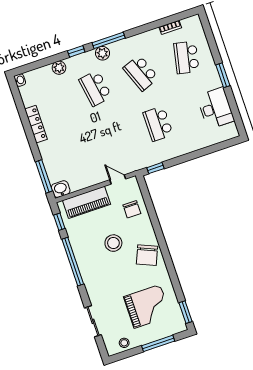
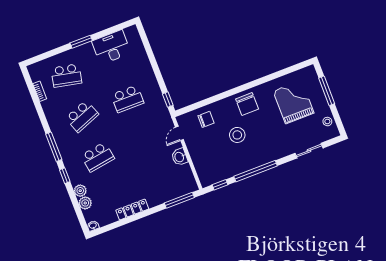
plant: (102, 53) -> (85, 203), moved
washbasin: (61, 189) -> (180, 157), moved
piano: (86, 202) -> (201, 161), removed
chair: (147, 255) -> (247, 104), turned 67
window: (186, 312) -> (297, 67), removed

